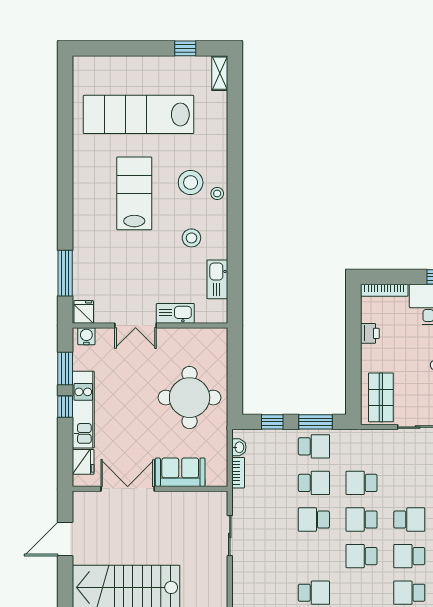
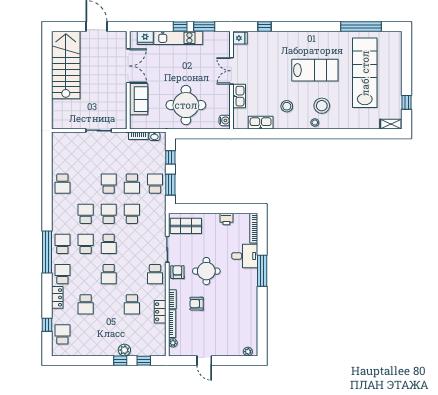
window: (65, 120) -> (361, 26), added
window: (65, 273) -> (264, 26), width x0.46
water cooler: (86, 336) -> (225, 120), moved
school desk: (314, 446) -> (155, 184), turned 180

